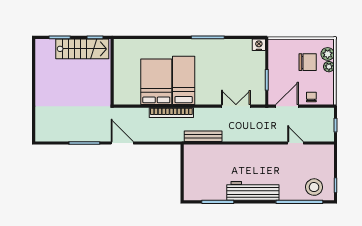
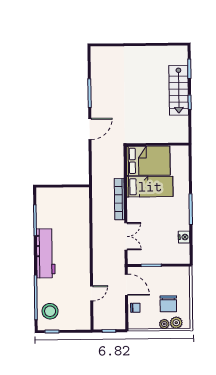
nightstand: (259, 45) -> (184, 237), moved
wall: (112, 72) -> (157, 144), moved
bookcase: (171, 113) -> (119, 199), moved
bench: (203, 136) -> (97, 206), removed

